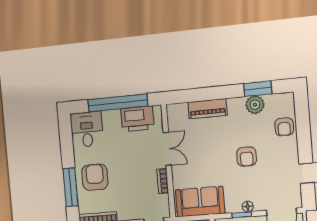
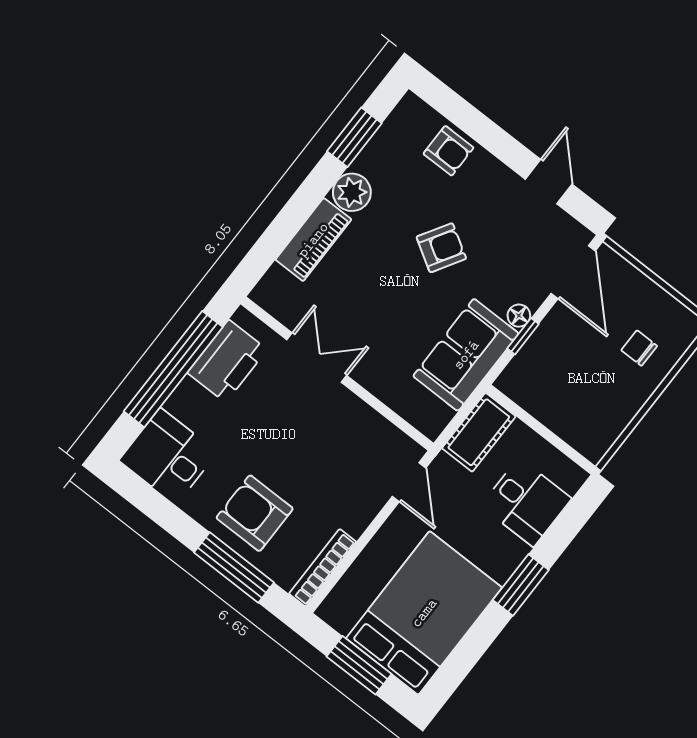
plant: (255, 105) -> (352, 192), moved
armchair: (247, 157) -> (441, 248), turned -59
bookcase: (163, 181) -> (360, 411), removed
sofa: (200, 202) -> (466, 355), moved

